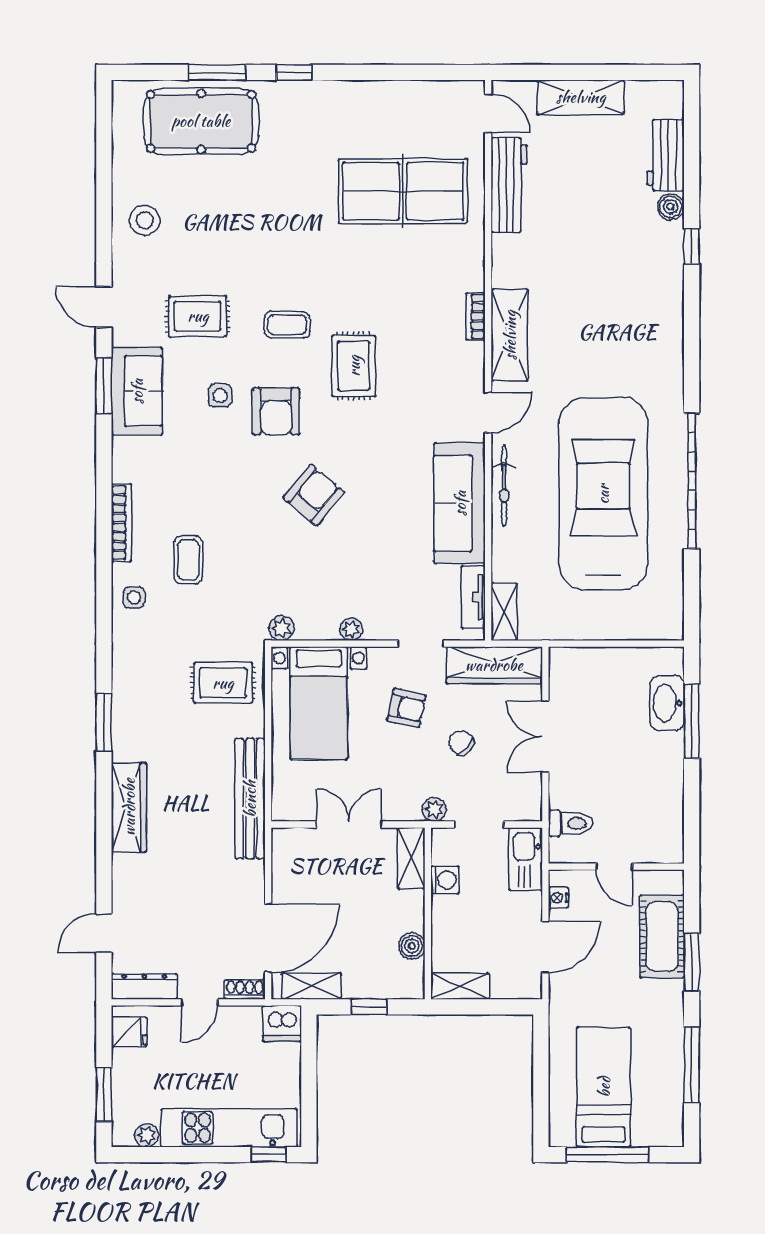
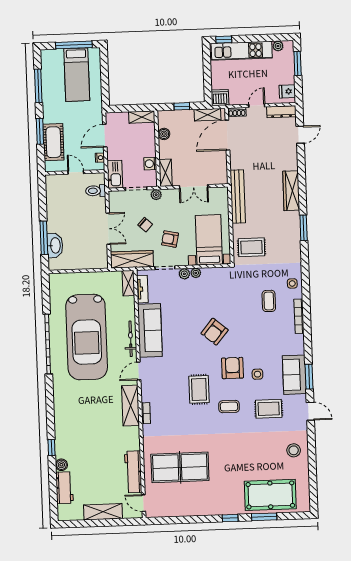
plant: (281, 628) -> (184, 274), moved

